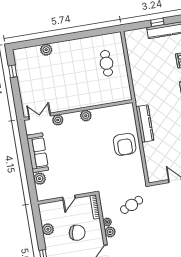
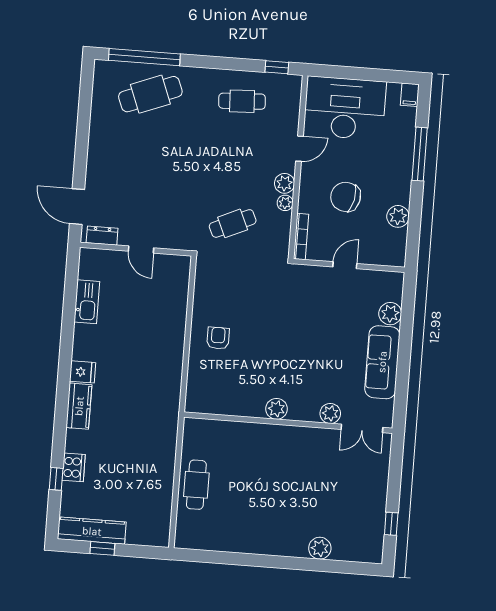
cafe table: (107, 63) -> (196, 485), moved
kitchen counter: (145, 124) -> (171, 367), removed
armchair: (125, 144) -> (218, 338), width x0.53, depth x0.53

